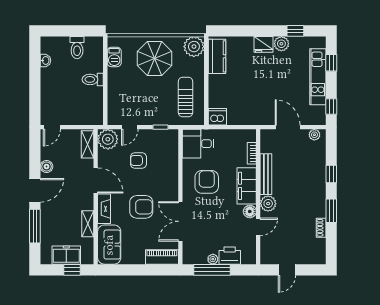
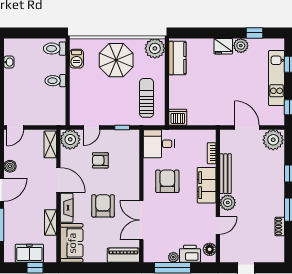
toilet: (77, 48) -> (55, 49), moved, turned 90
plant: (314, 135) -> (273, 140), width x1.88, depth x1.88
armchair: (141, 207) -> (103, 206), turned -90
floor lamp: (250, 211) -> (210, 249), moved

